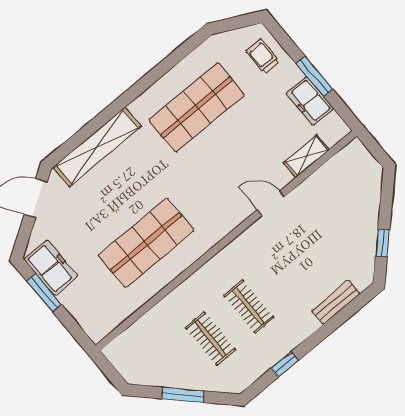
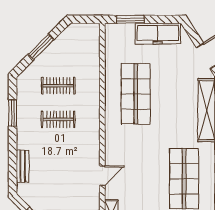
freezer: (51, 268) -> (158, 34), width x1.40
window: (44, 293) -> (130, 19), moved
window: (285, 365) -> (13, 113), width x1.50

